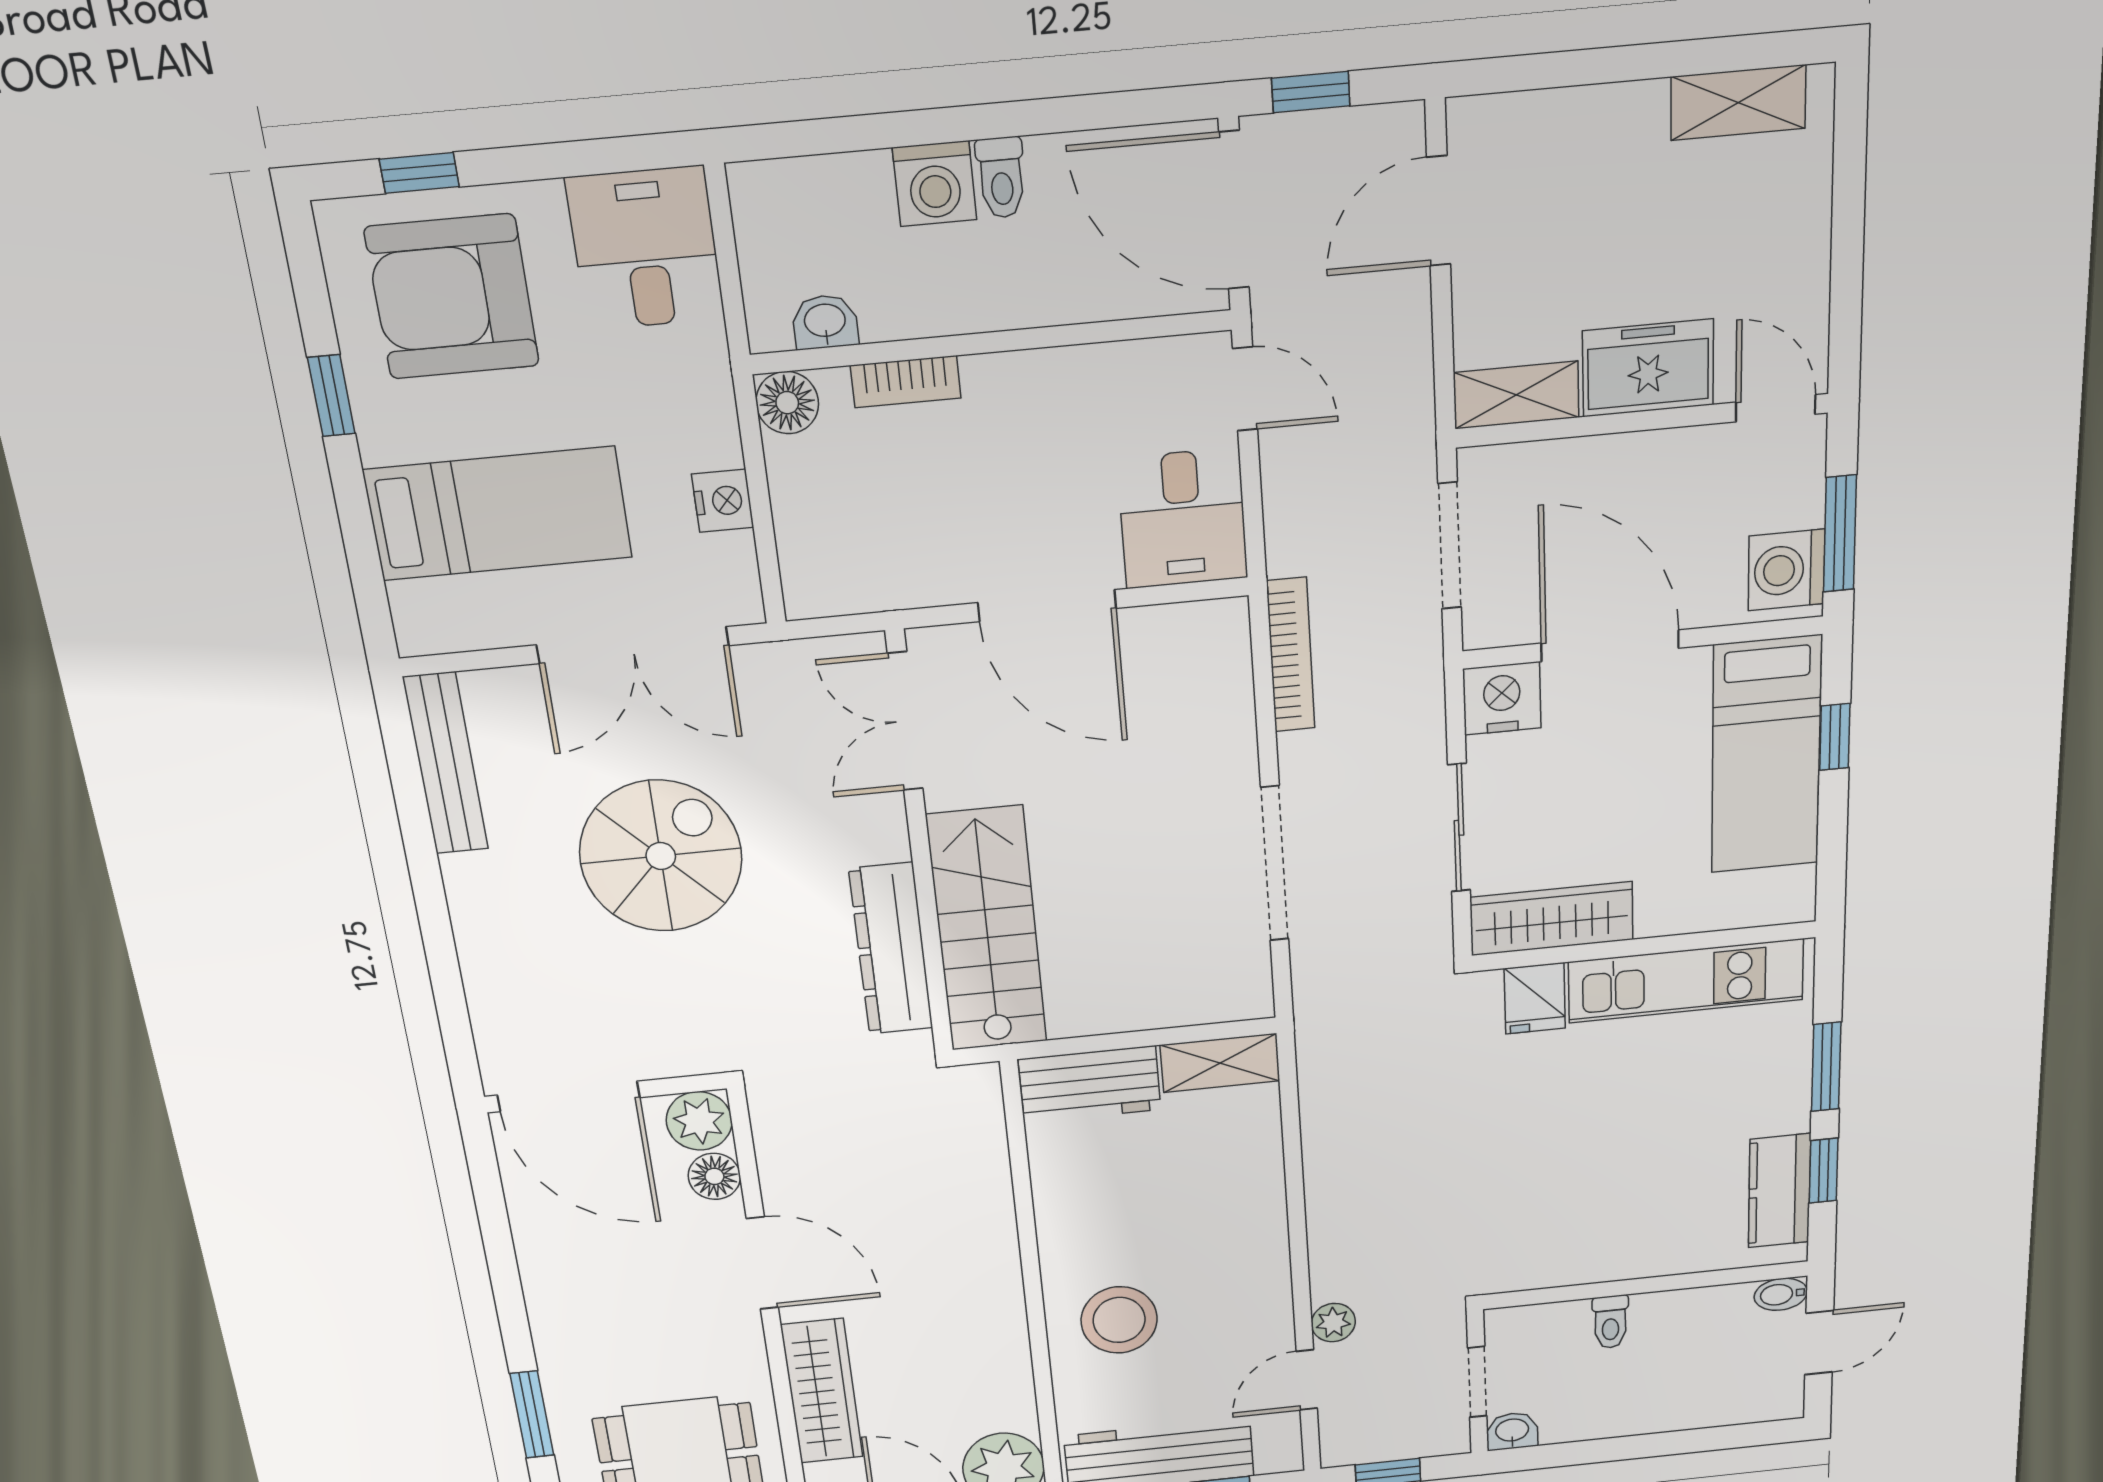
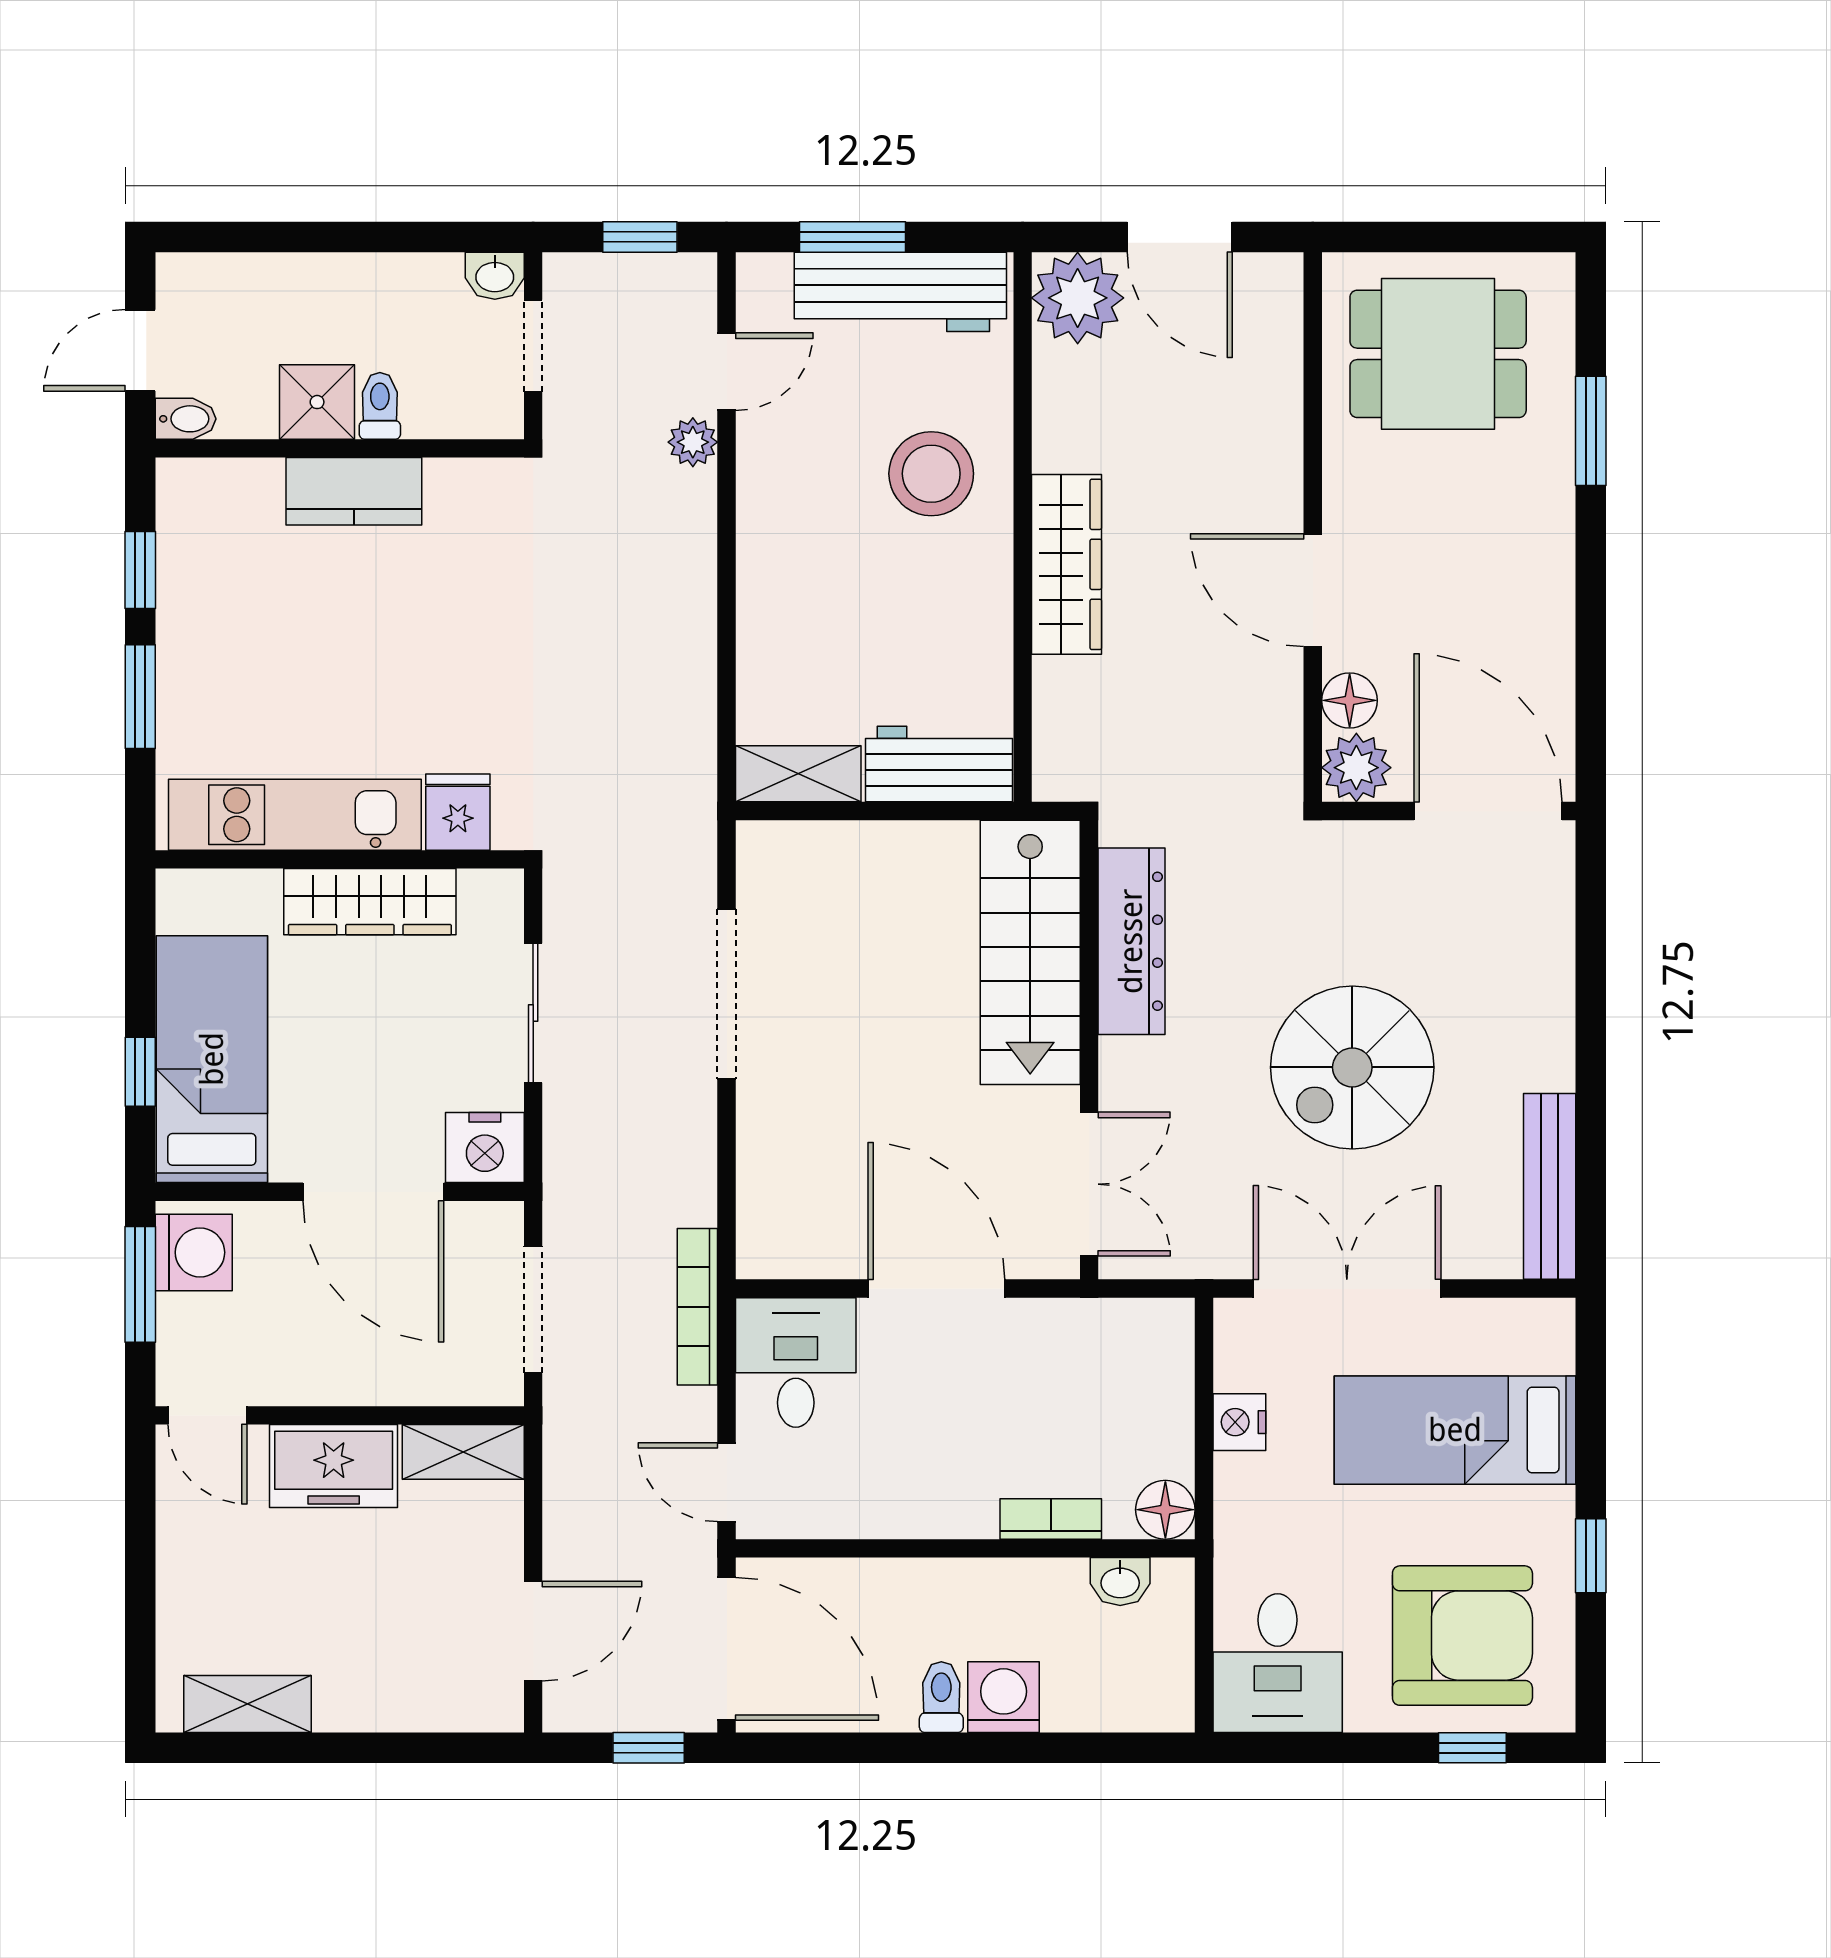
bookcase: (1291, 655) -> (697, 1307), moved
wardrobe: (1552, 919) -> (370, 902), moved
kitchen counter: (1779, 1191) -> (354, 491), moved, turned 90
shower: (1665, 1319) -> (317, 402), added
wardrobe: (822, 1391) -> (1067, 564), moved, turned 180

